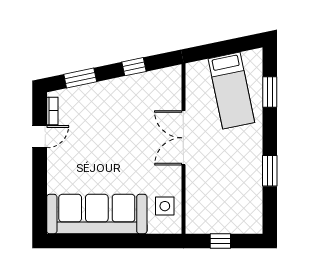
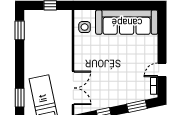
double door: (183, 138) -> (73, 88), moved
window: (270, 171) -> (20, 30), moved

